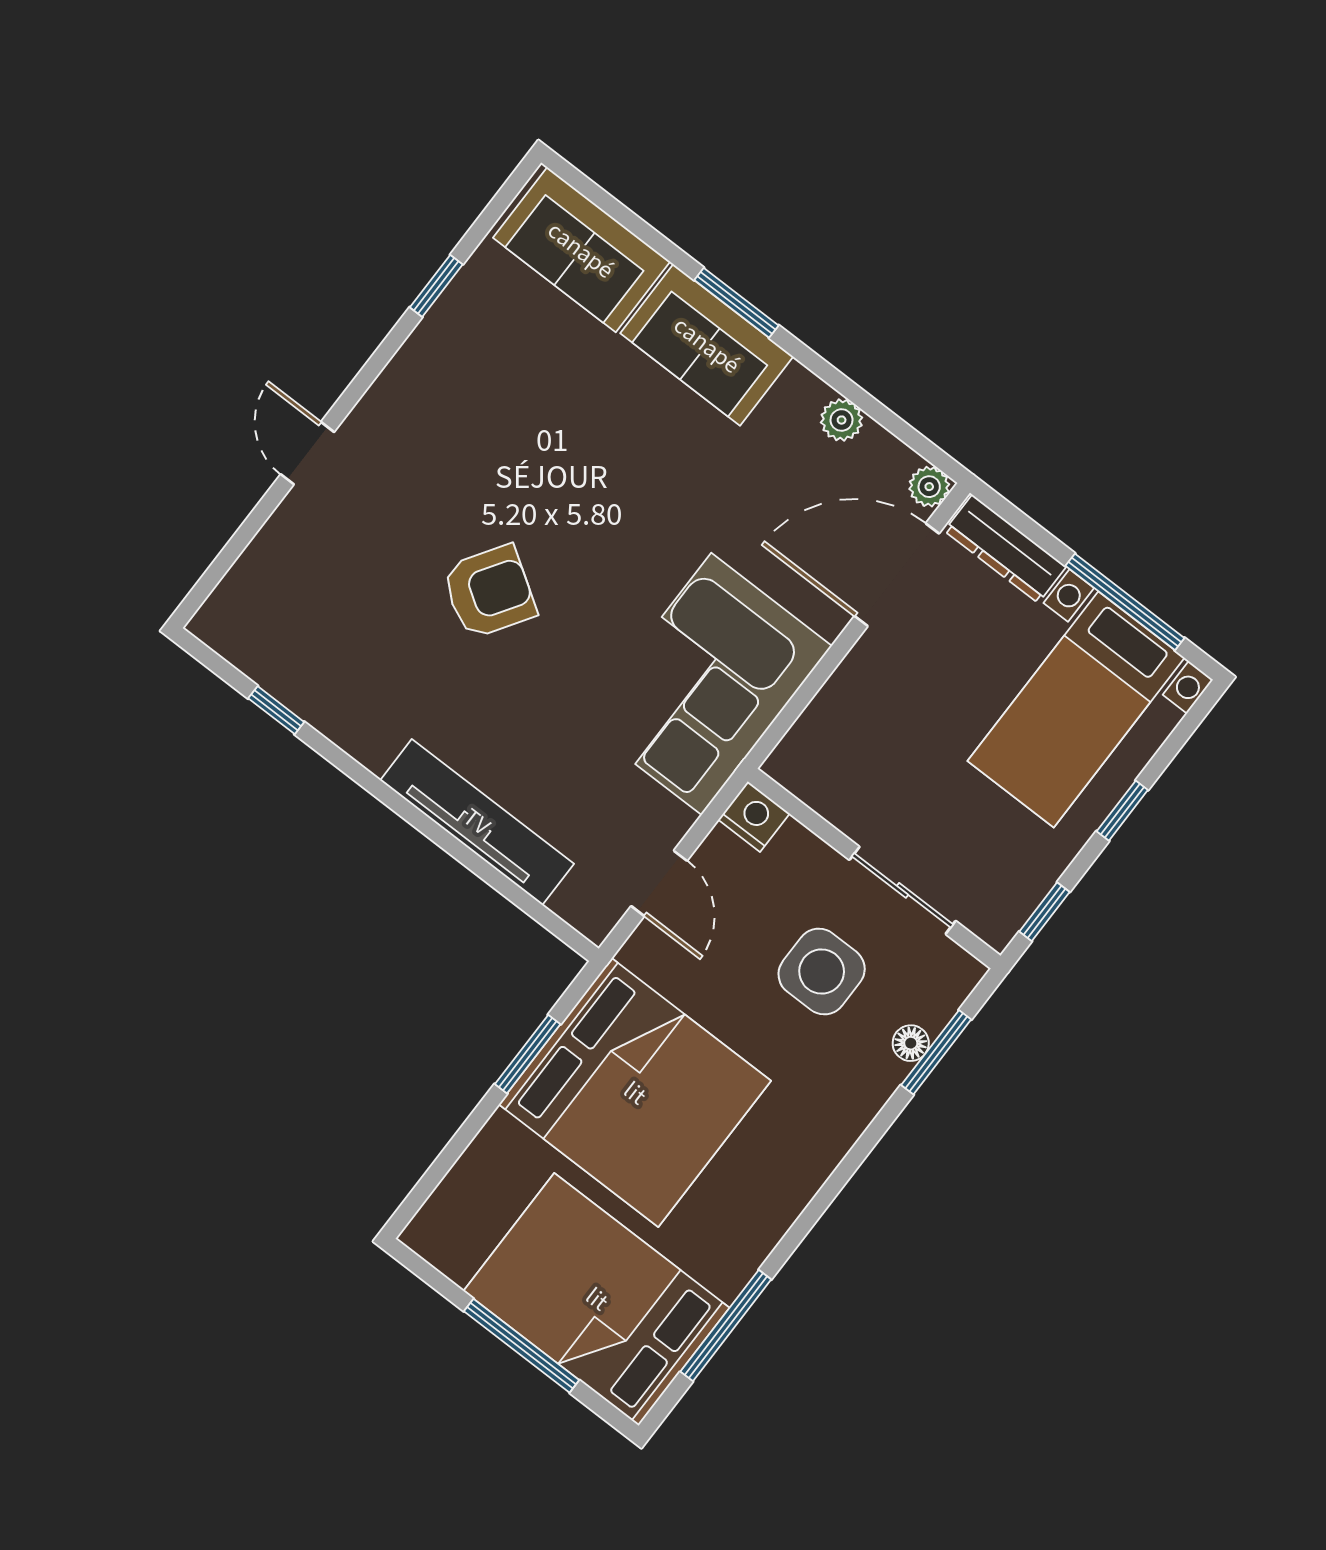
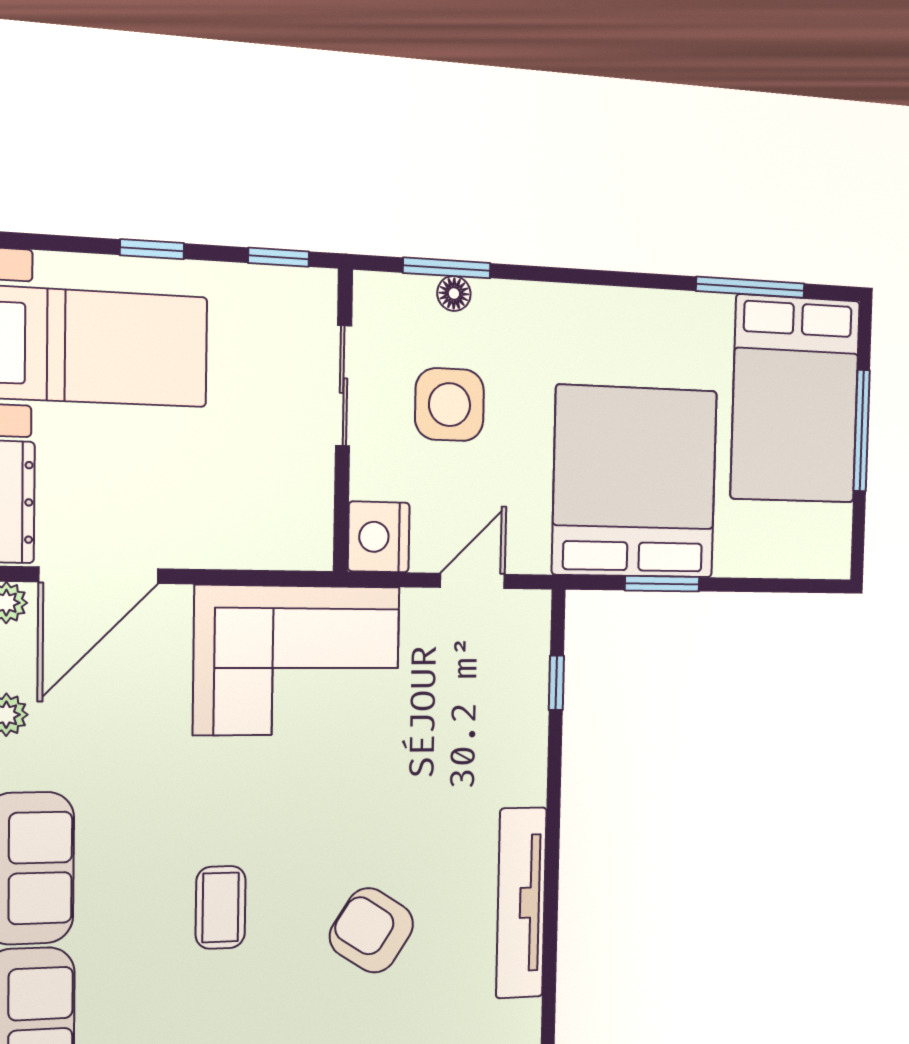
coffee table: (553, 470) -> (221, 907), added
door: (897, 575) -> (99, 575), hinge flipped
armchair: (489, 592) -> (372, 930), moved
window: (276, 710) -> (556, 683), moved
nightstand: (754, 817) -> (379, 537), width x1.36, depth x1.33
tv unit: (477, 822) -> (521, 903), moved

